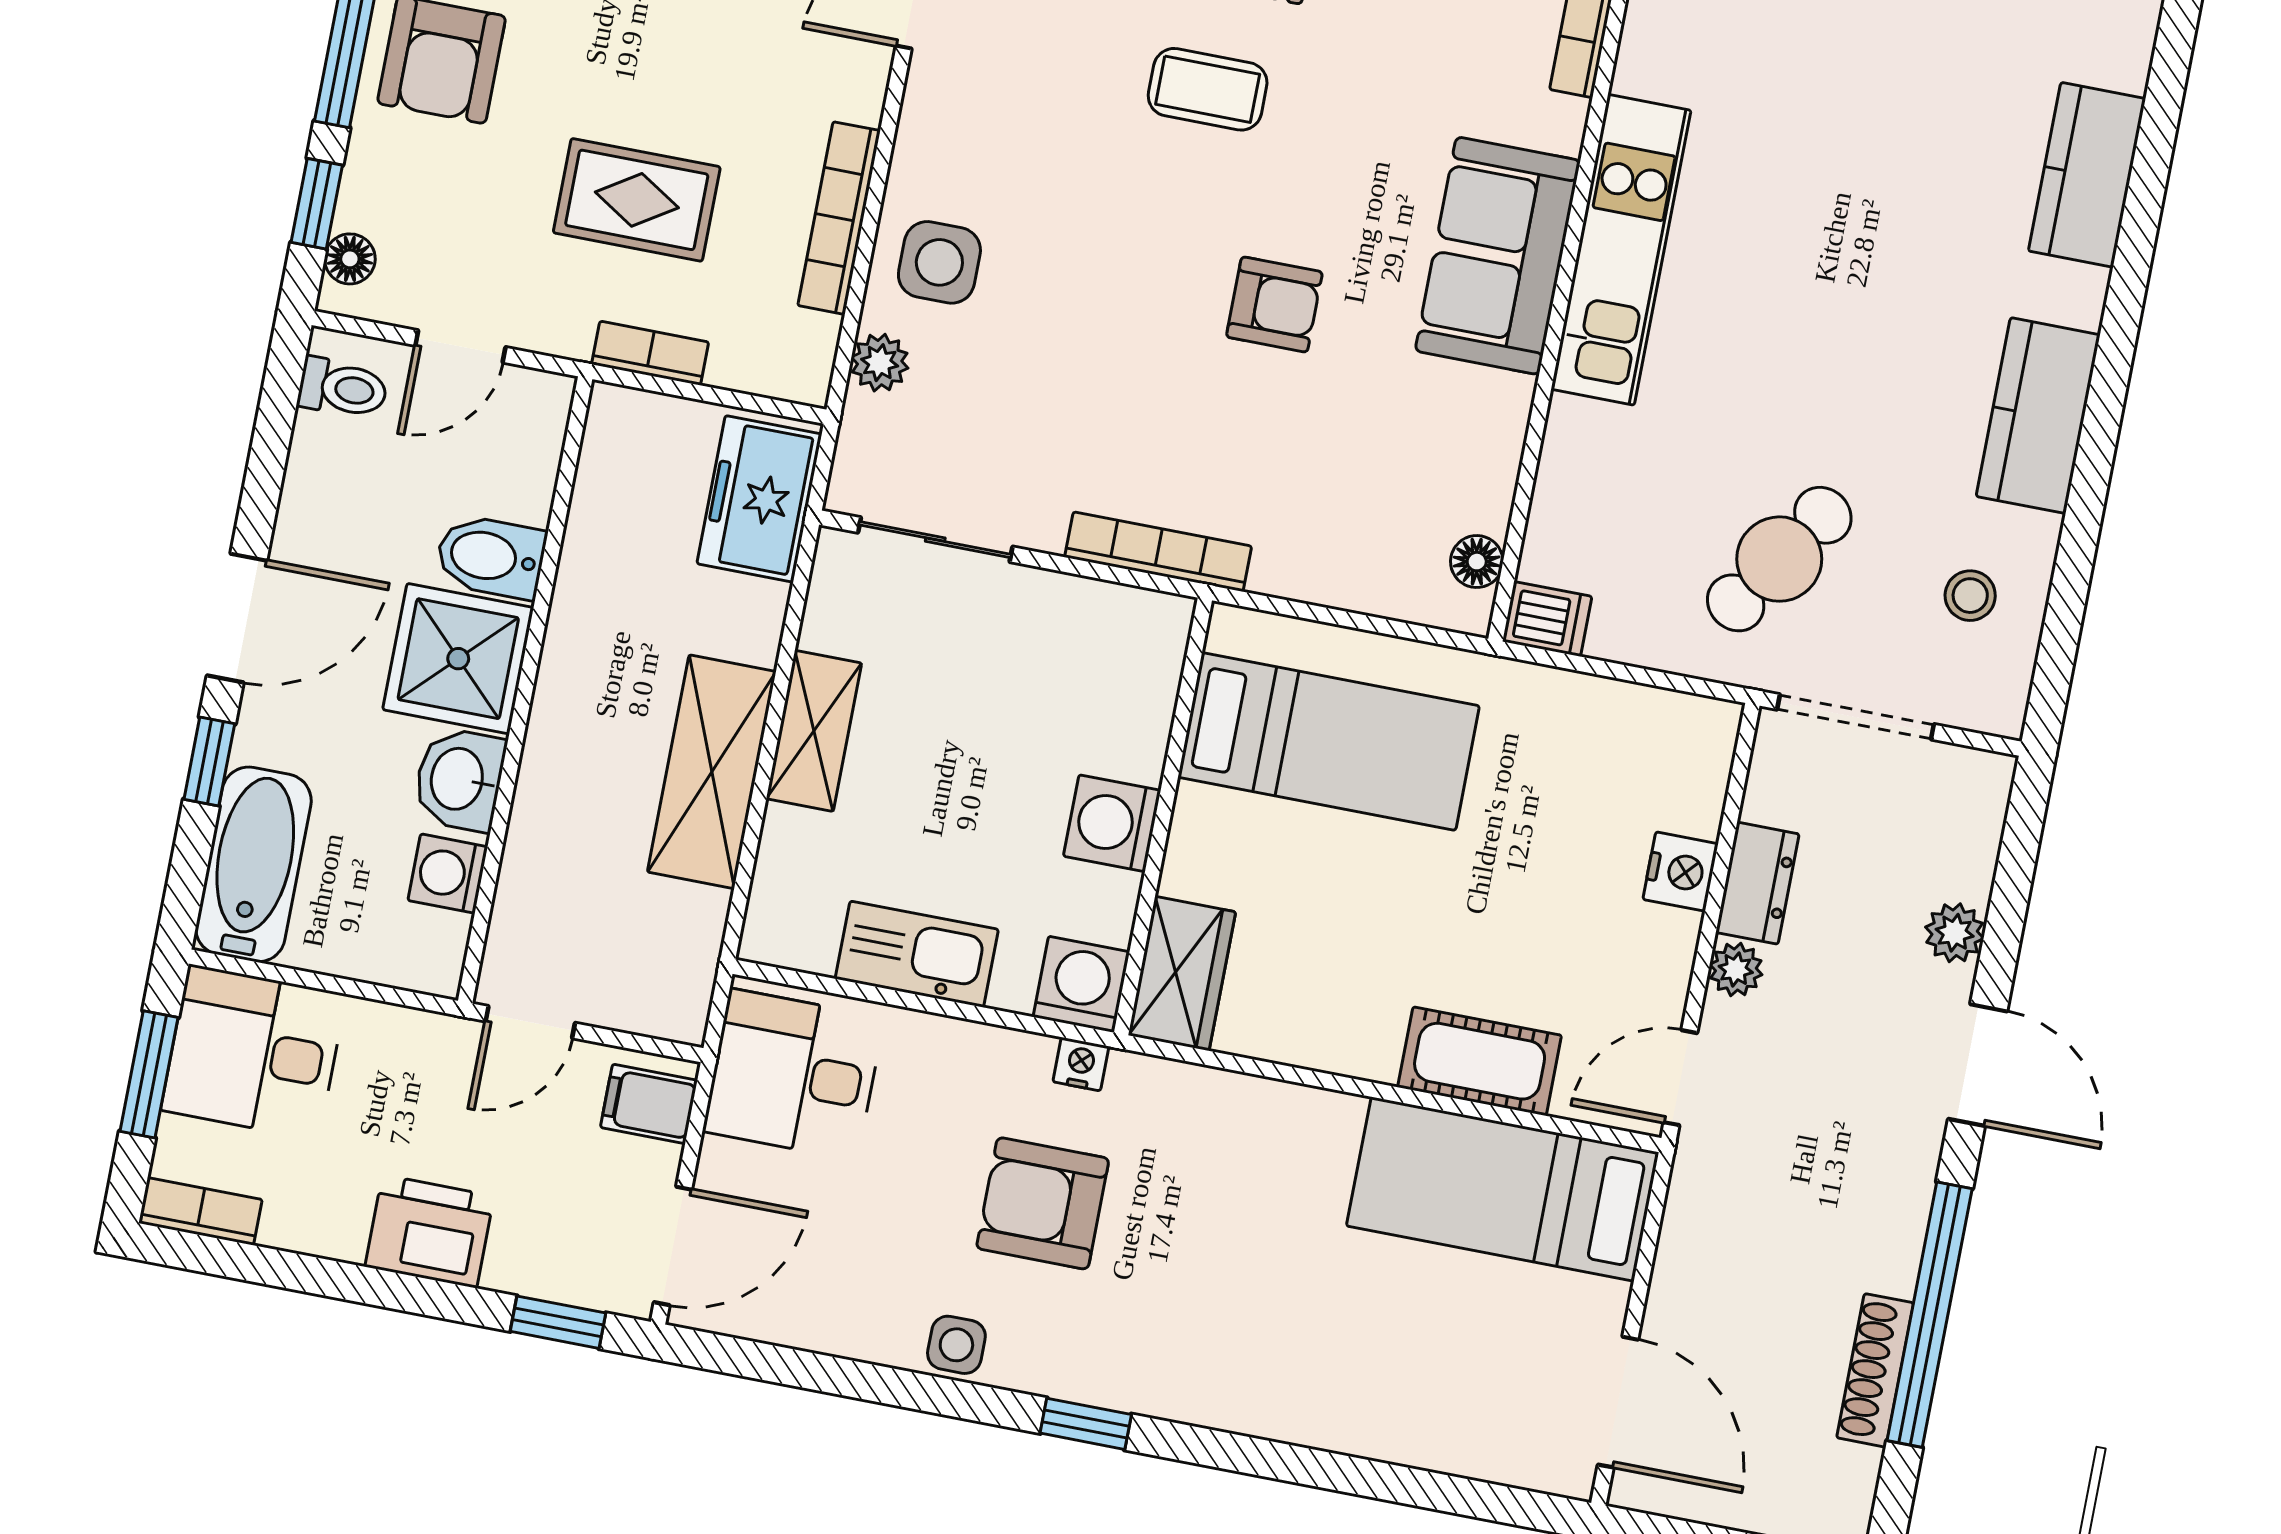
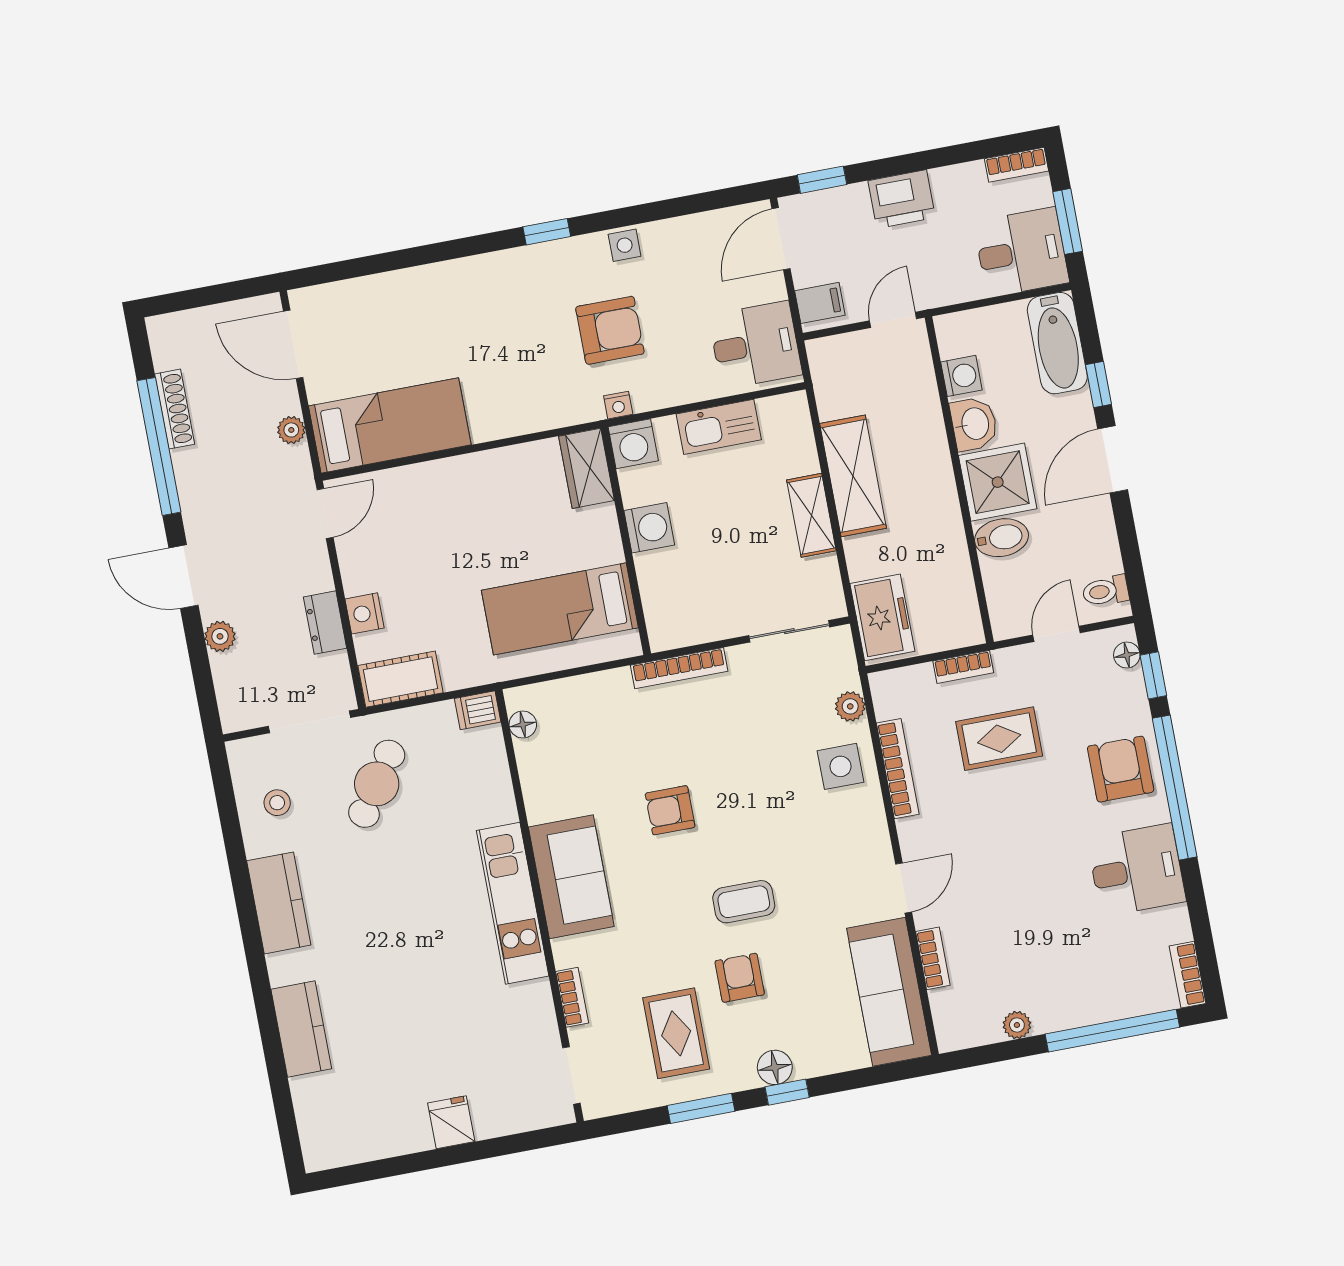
plant: (1736, 969) -> (291, 430), moved
cot: (1480, 1061) -> (401, 679), moved

